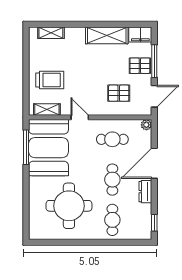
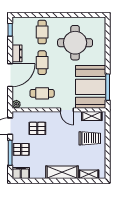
shelving: (107, 35) -> (62, 172), moved
trolley: (50, 80) -> (90, 138), turned 180

